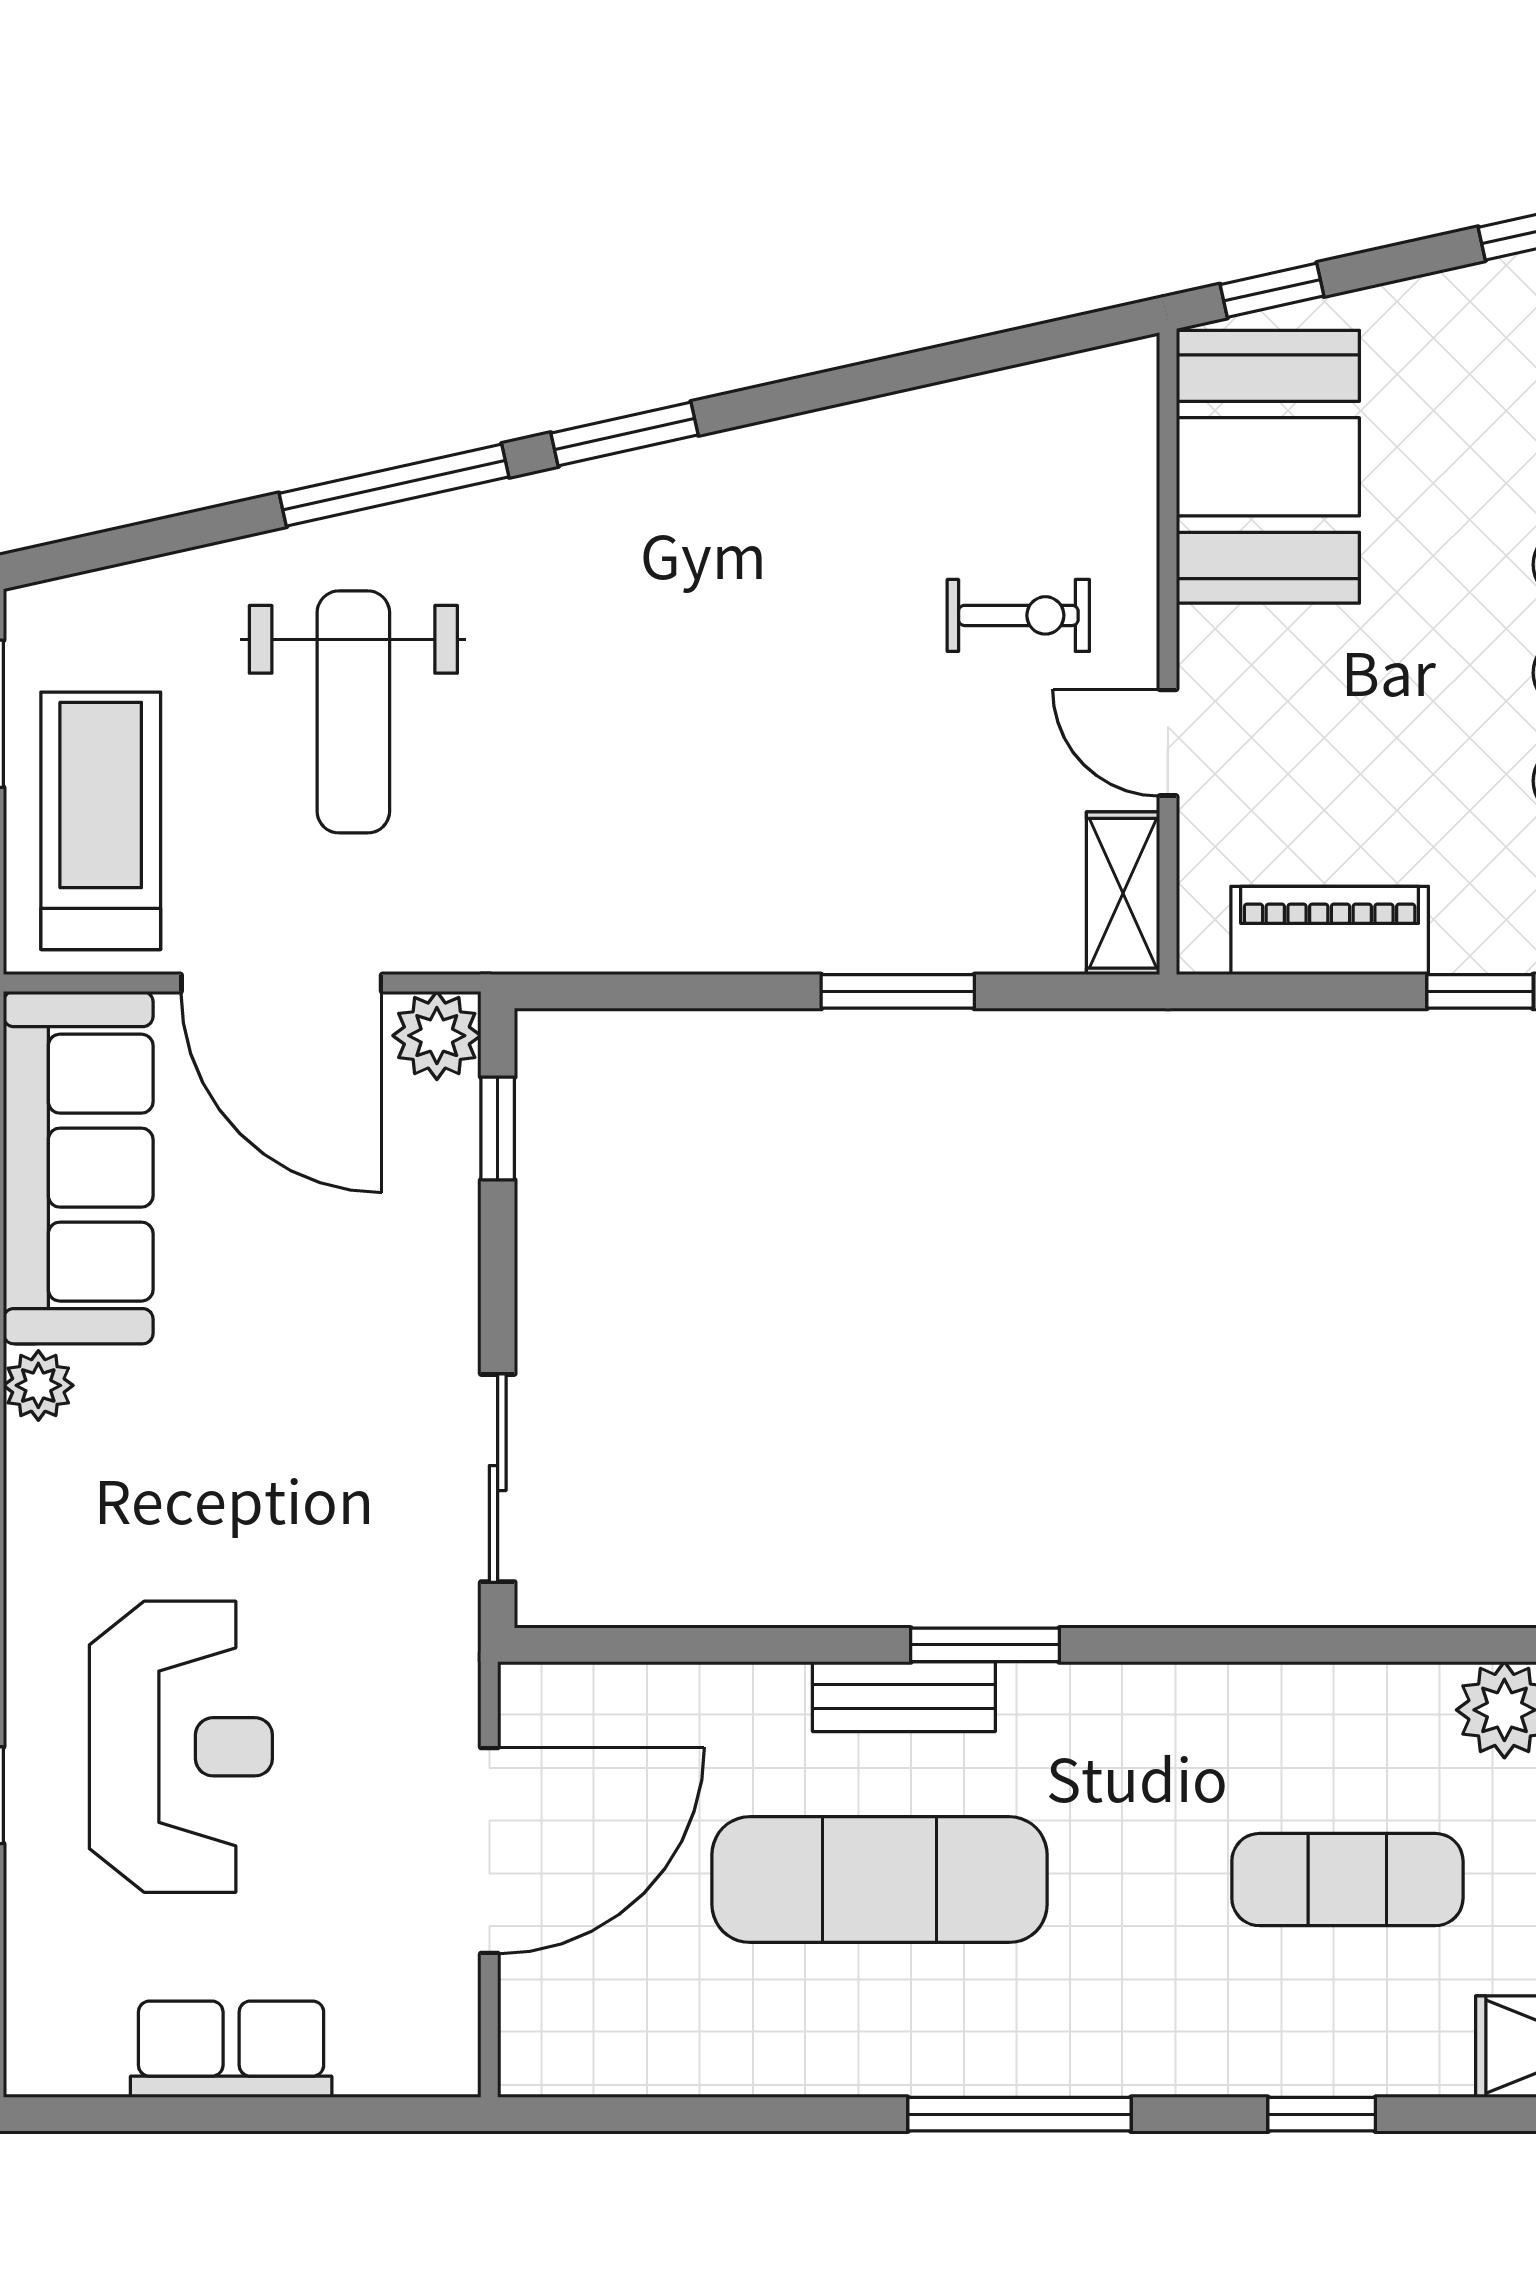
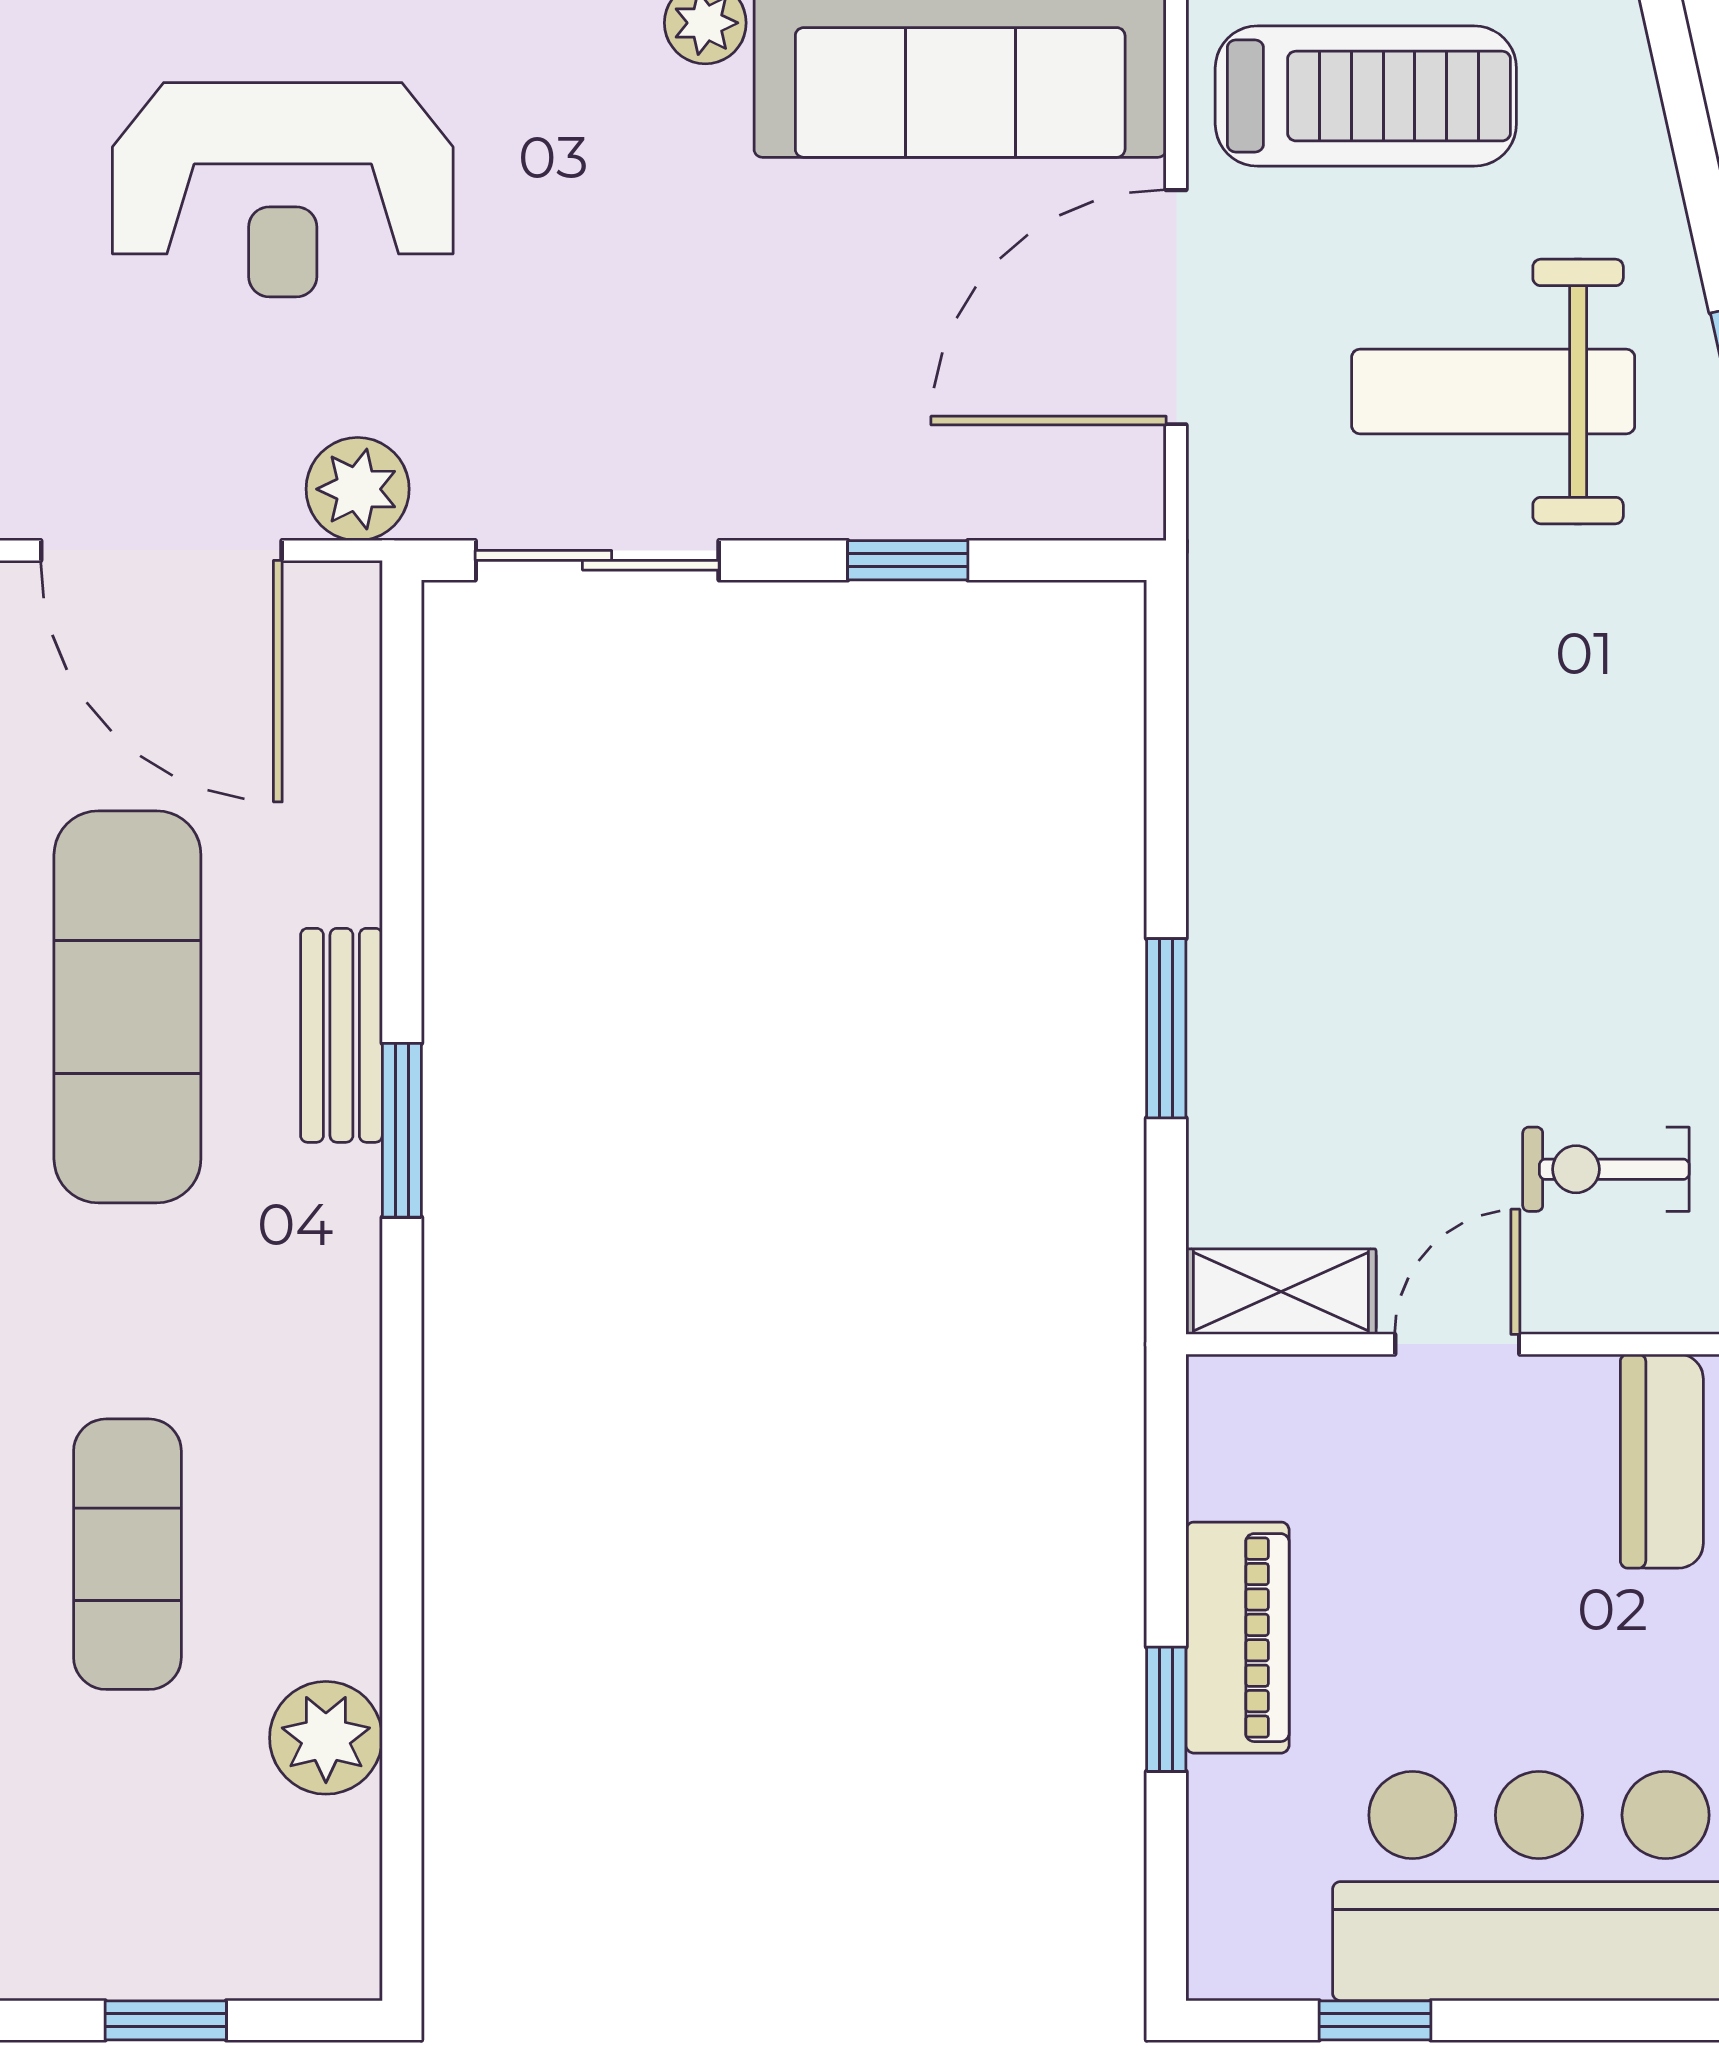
exercise bike: (1018, 615) -> (1606, 1169), turned 90
piano: (1330, 931) -> (1237, 1638), moved
plant: (437, 1036) -> (358, 489), moved
window: (498, 1129) -> (908, 560), moved

